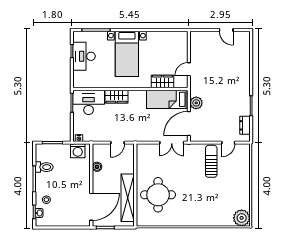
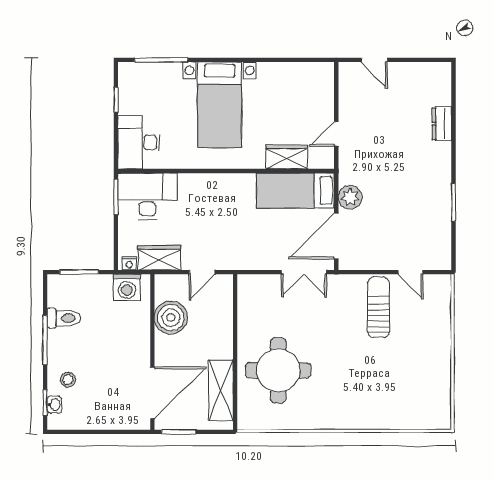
door: (226, 30) -> (374, 60), moved
desk: (84, 56) -> (139, 142), moved
wardrobe: (116, 97) -> (159, 258), moved, turned 180
dresser: (245, 125) -> (442, 124), moved
door: (228, 143) -> (411, 272), hinge flipped
boiler: (97, 167) -> (171, 318), width x1.86, depth x1.86
shelving: (128, 198) -> (221, 390), width x0.68
plant: (242, 218) -> (436, 414), removed

